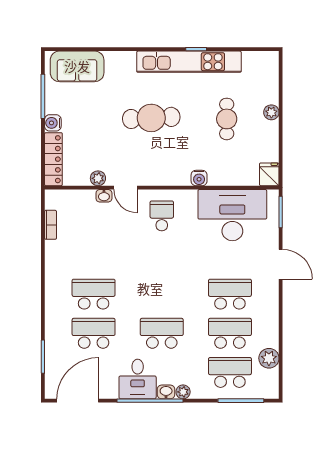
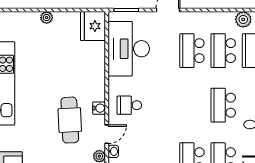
cafe table: (151, 118) -> (70, 120), moved
cafe table: (227, 119) -> (52, 53), removed
fridge: (269, 174) -> (93, 26), width x1.88, depth x1.34
water cooler: (199, 178) -> (99, 108), moved

